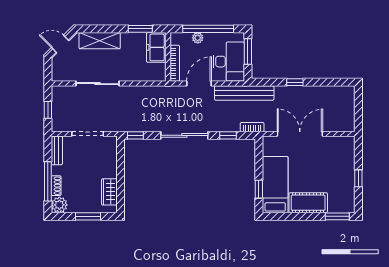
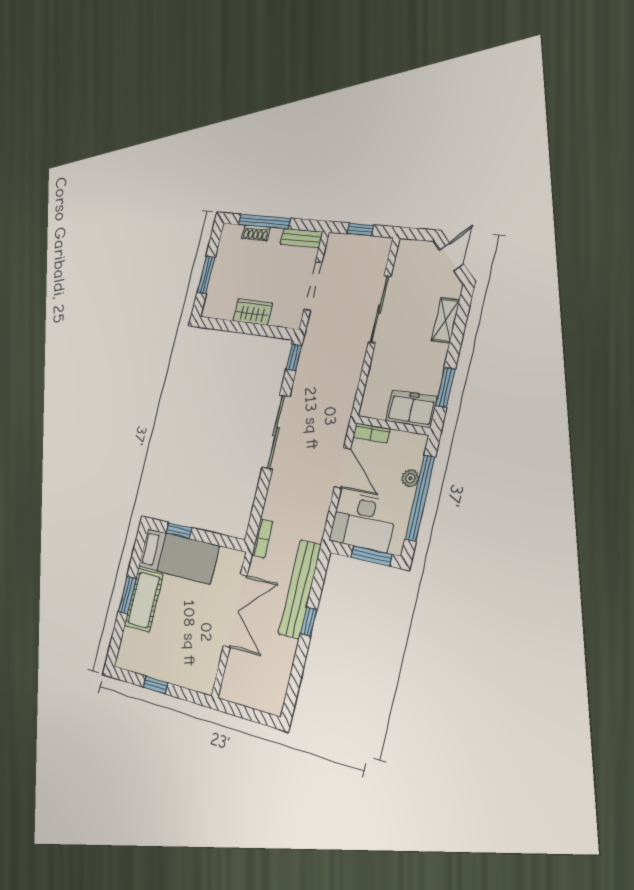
shelving: (100, 41) -> (446, 320), width x0.67, depth x0.75
bookcase: (175, 63) -> (371, 433), width x0.64
bench: (244, 93) -> (300, 589), moved
window: (228, 135) -> (260, 499), removed
wardrobe: (109, 192) -> (253, 312), moved
plant: (59, 205) -> (231, 235), removed
window: (337, 216) -> (127, 595), moved

